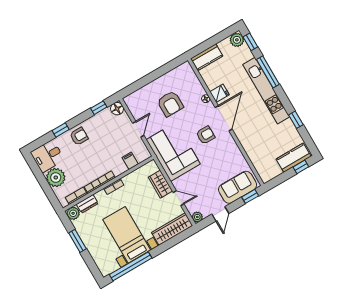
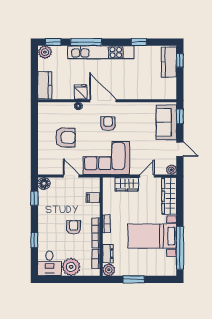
armchair: (79, 136) -> (74, 227), moved

